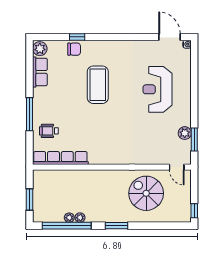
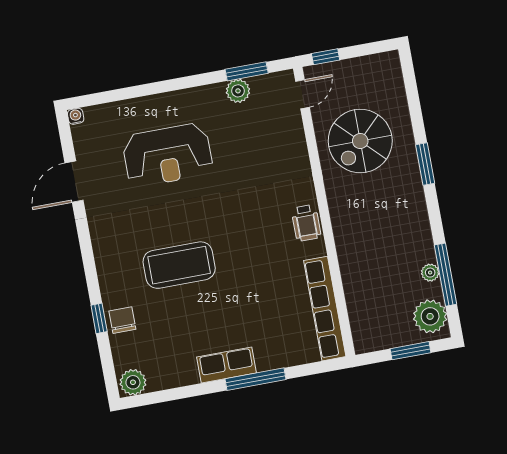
door: (169, 37) -> (74, 182), moved
row of seats: (40, 72) -> (227, 365), moved
wheelchair: (49, 131) -> (306, 223), moved
window: (194, 211) -> (326, 57), moved
plant: (80, 218) -> (430, 316), moved, width x1.88, depth x1.88
window: (67, 226) -> (445, 275), width x0.68
window: (116, 226) -> (425, 164), moved

